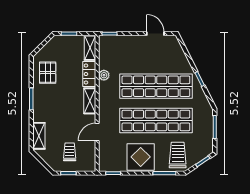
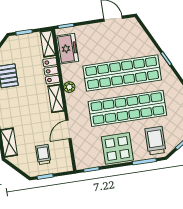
freezer: (108, 55) -> (67, 49), added
plant: (104, 75) -> (69, 87), moved

